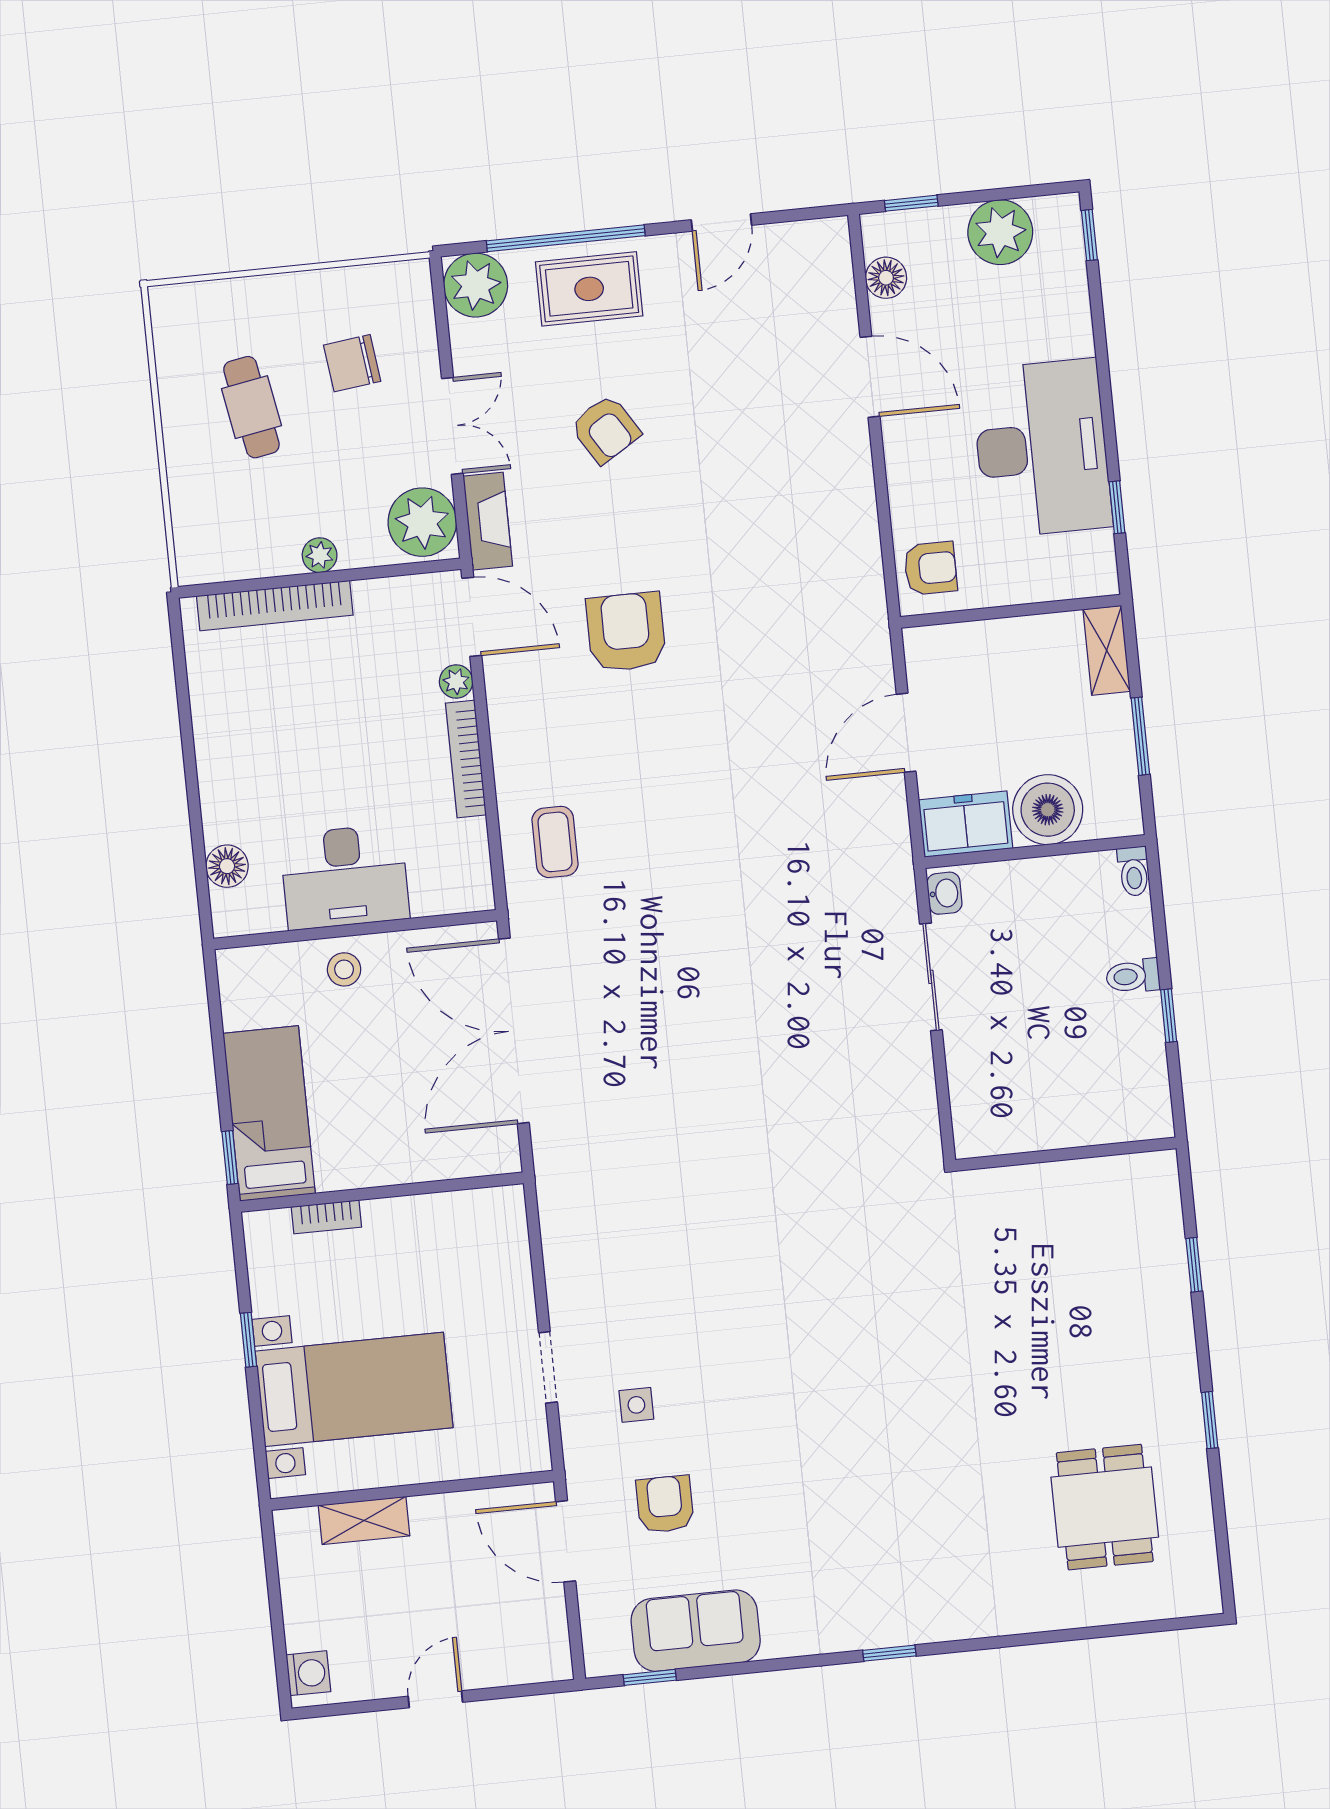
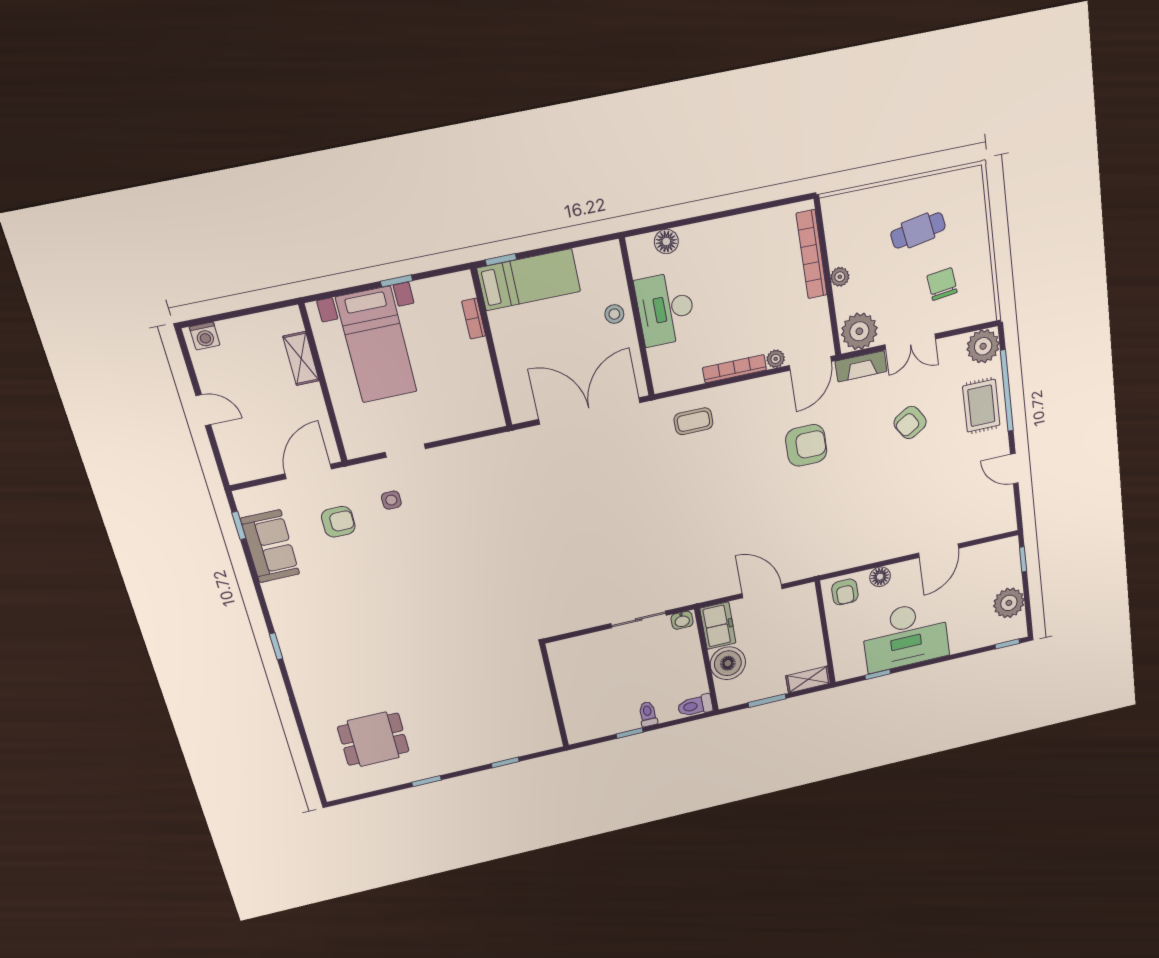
floor lamp: (886, 278) -> (880, 577), moved
toilet: (1134, 871) -> (695, 706), width x1.37, depth x1.39

